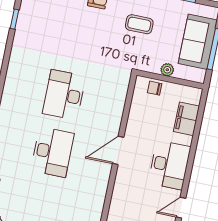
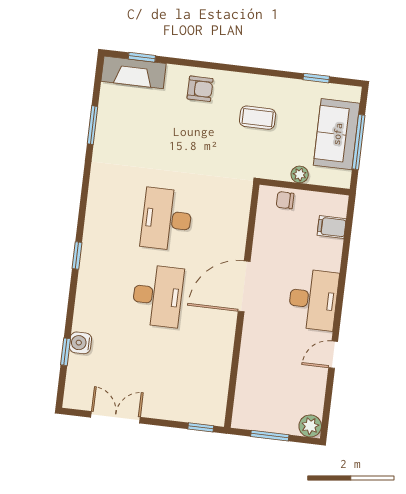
window: (14, 19) -> (93, 125), width x1.50
filing cabinet: (186, 119) -> (332, 227), width x0.50
door: (118, 150) -> (244, 286), width x1.36

